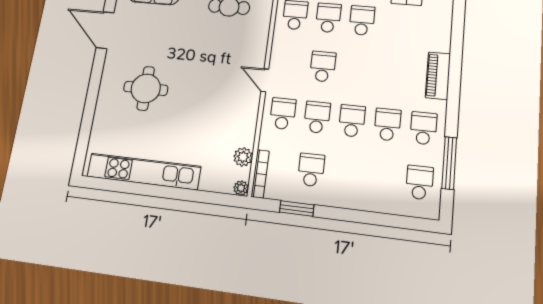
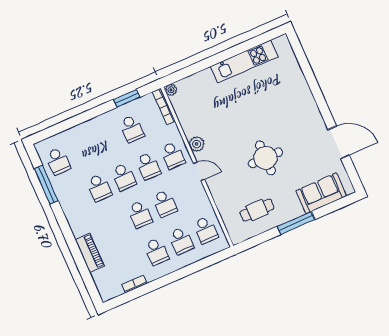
piano: (438, 76) -> (90, 253), moved
round table: (146, 88) -> (265, 158), moved
school desk: (424, 128) -> (140, 214), moved
plant: (243, 157) -> (197, 144), moved
kitchen unit: (144, 171) -> (244, 62), width x0.73

